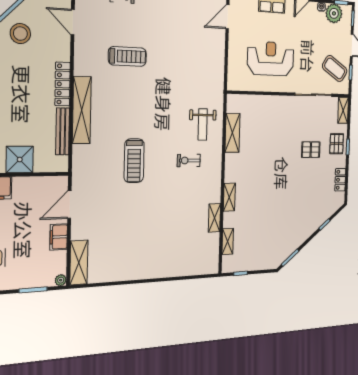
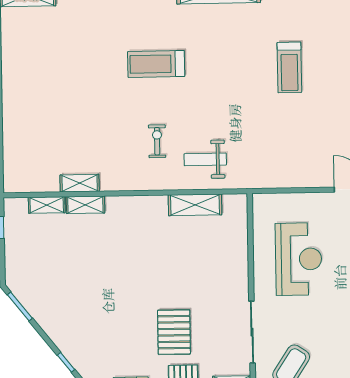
treadmill: (127, 56) -> (289, 67), moved
pallet: (311, 150) -> (174, 332), width x1.50, depth x1.42
shelving: (229, 197) -> (85, 205), moved

